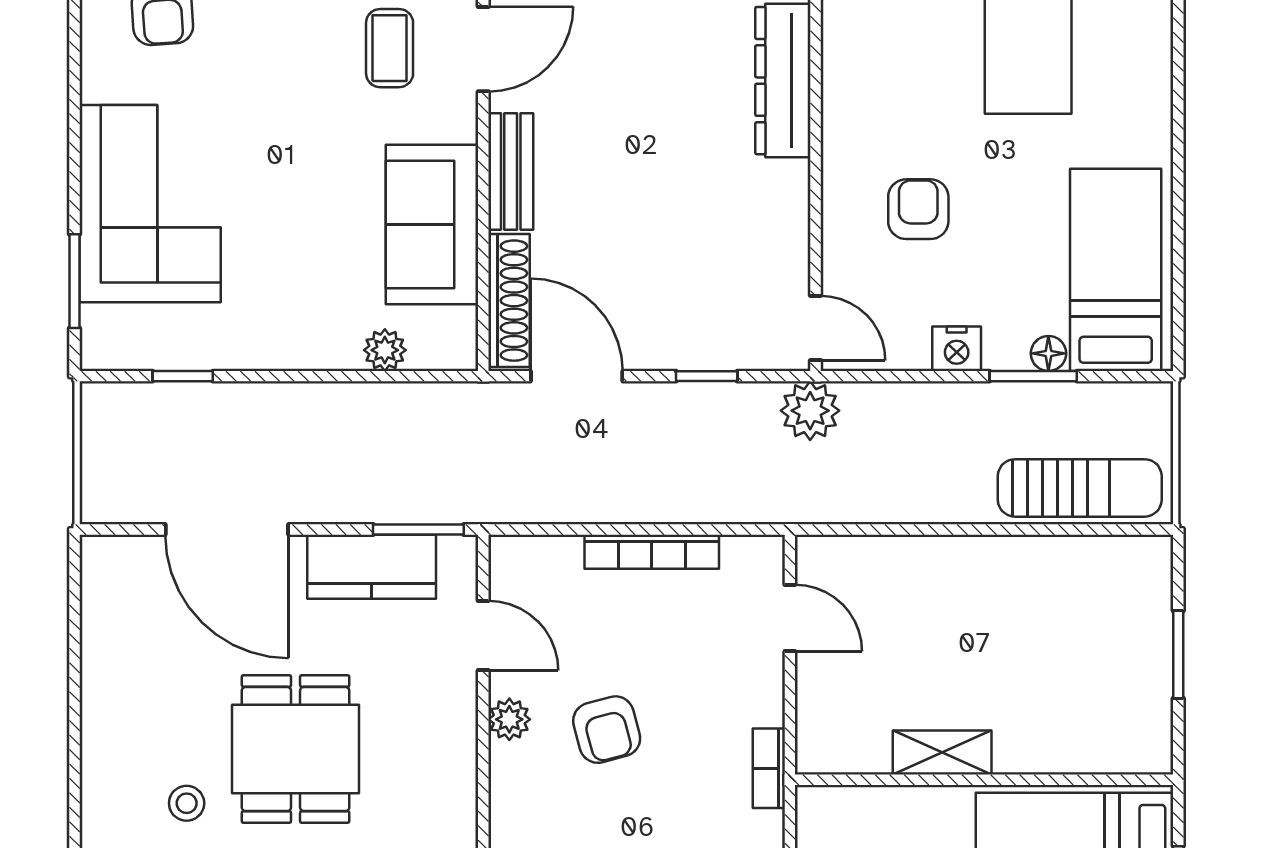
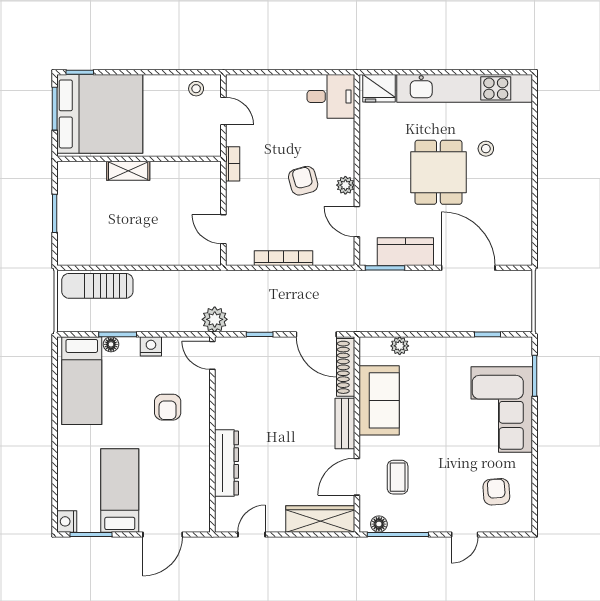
shelving: (942, 752) -> (128, 171), moved

